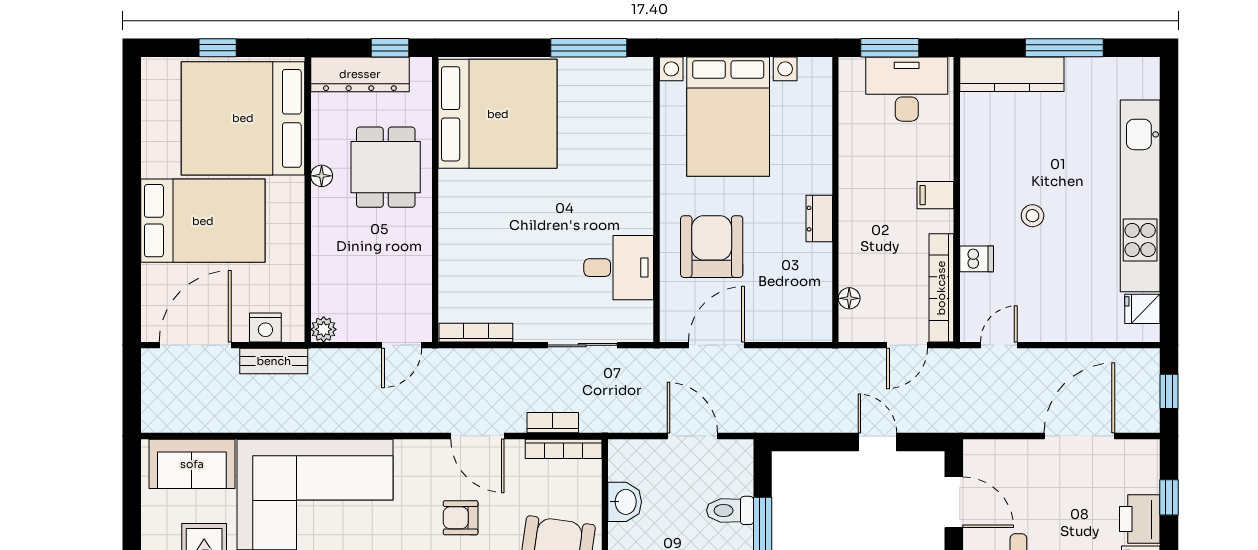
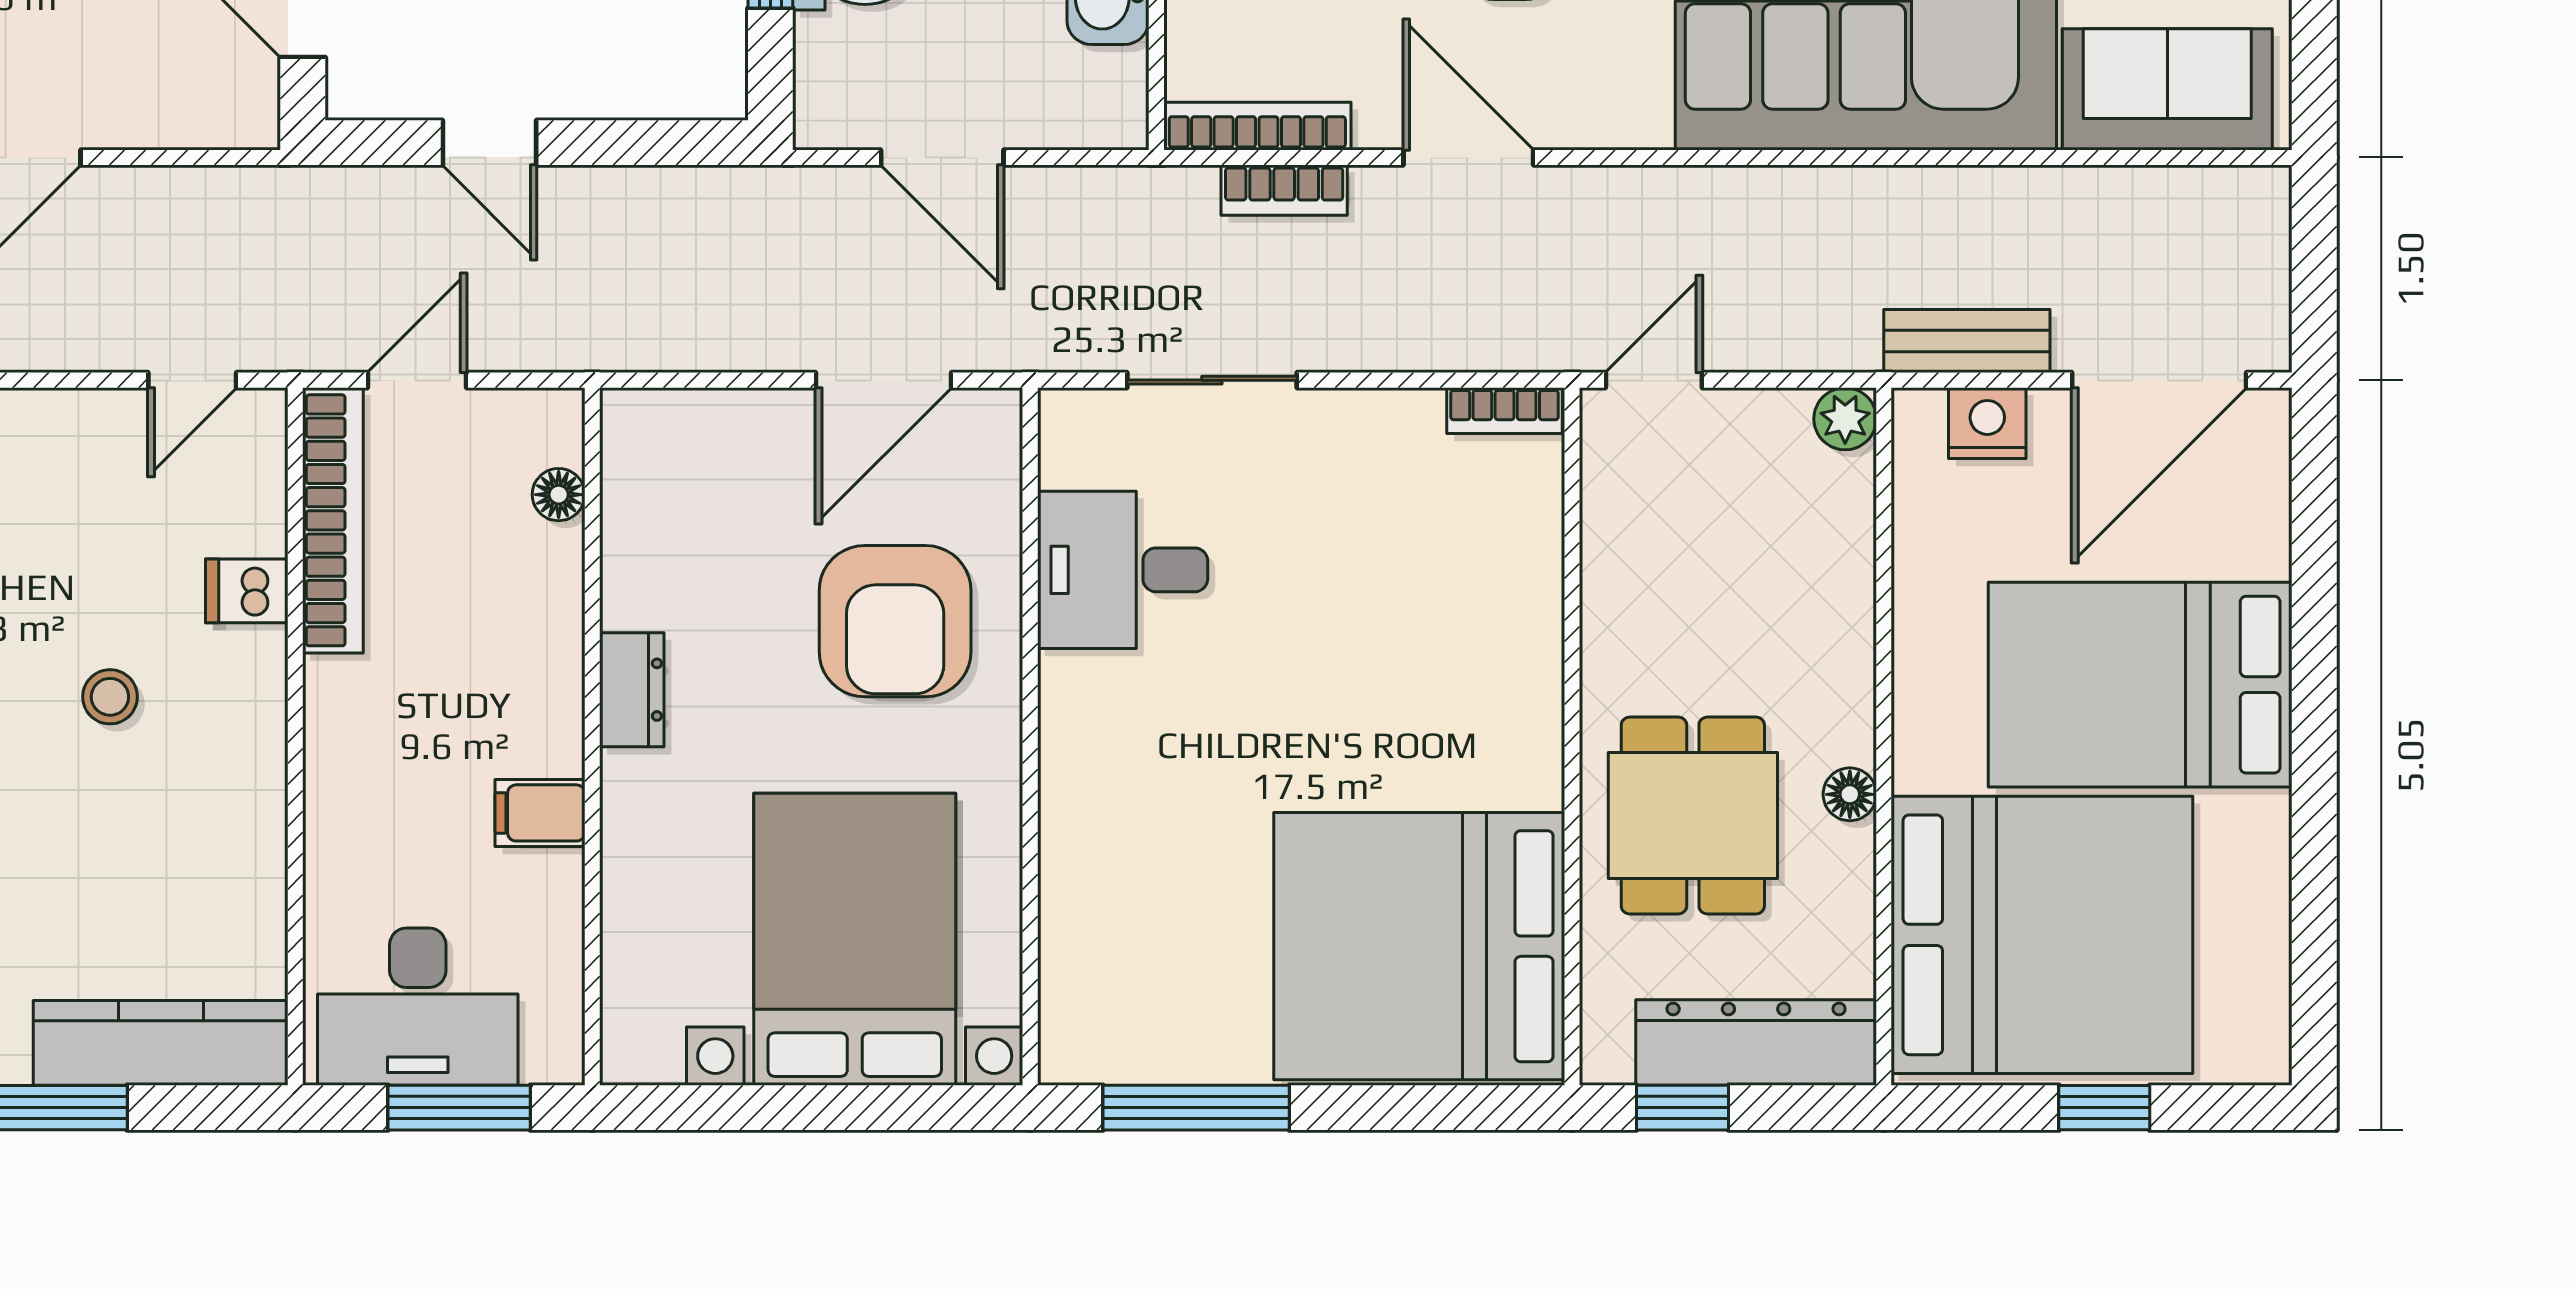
filing cabinet: (935, 195) -> (540, 813), moved, turned 180
bookcase: (476, 333) -> (1505, 411), width x0.64

